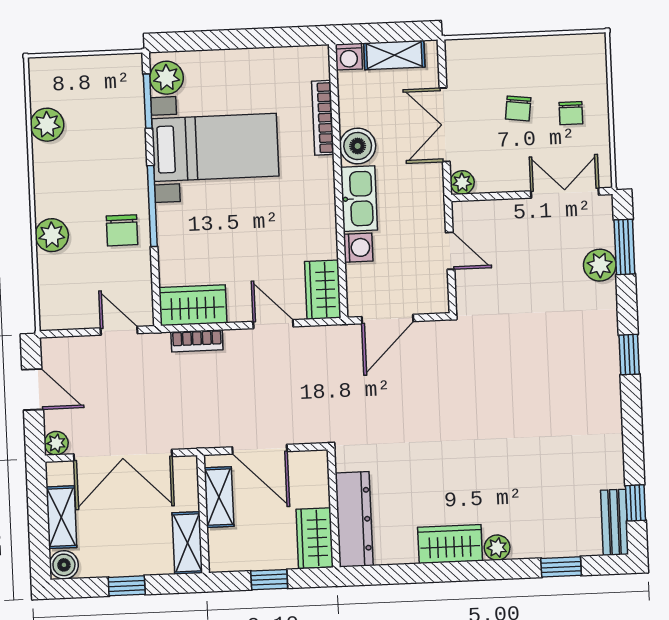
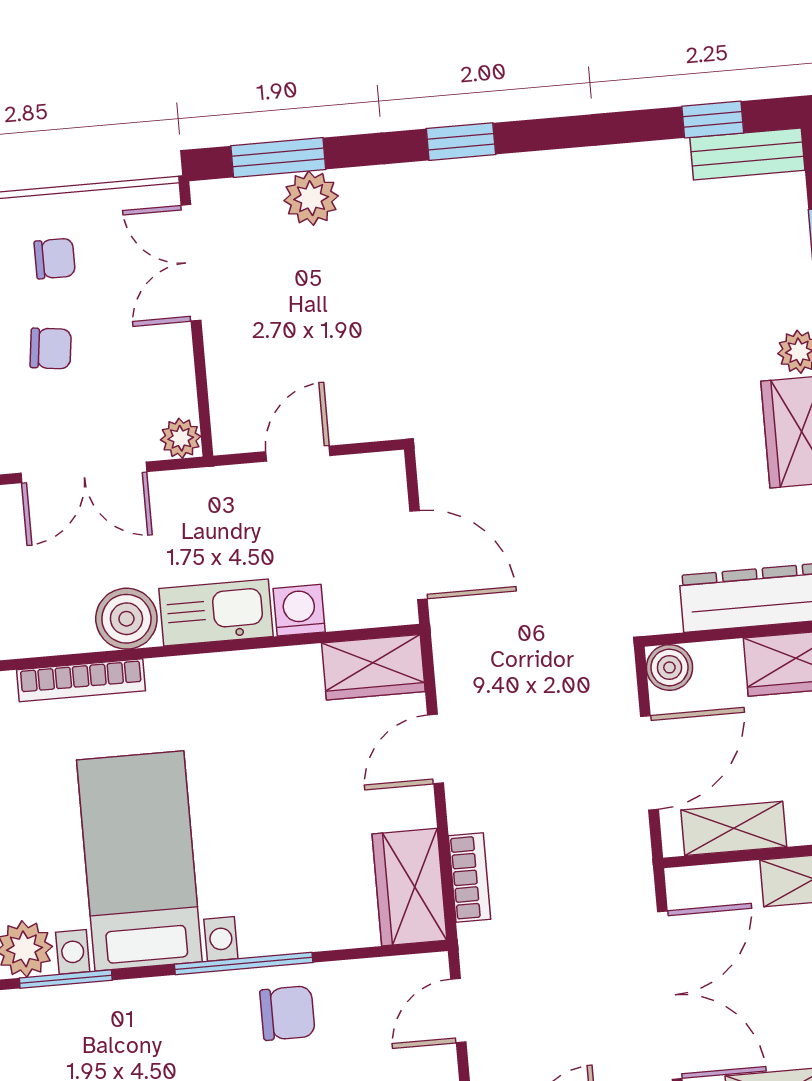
boiler: (315, 463) -> (669, 667), added

